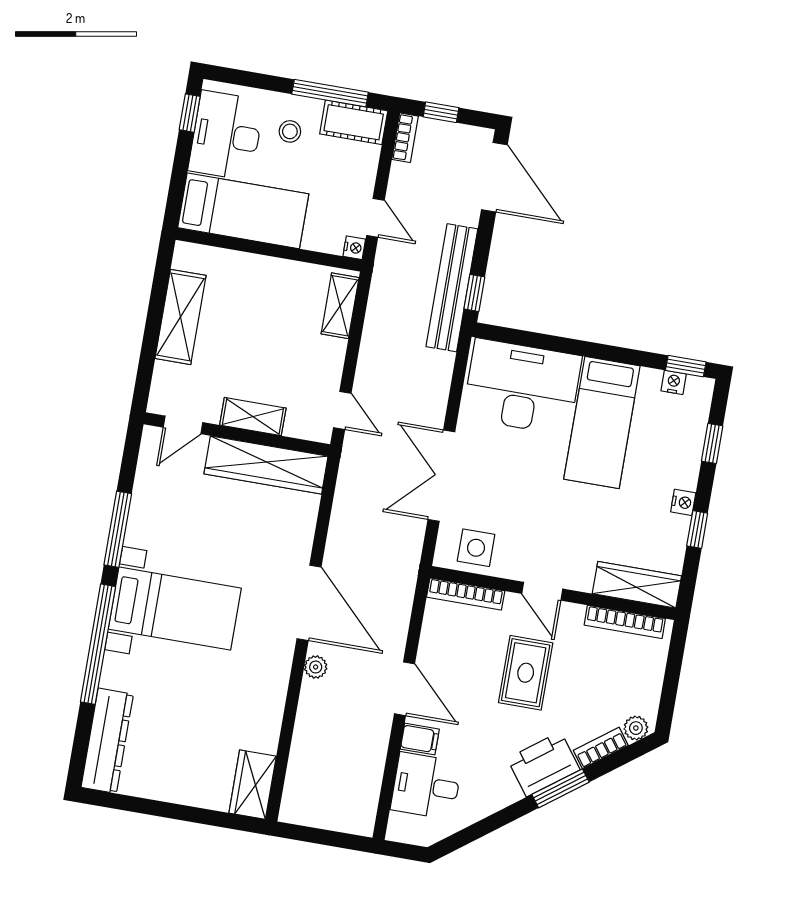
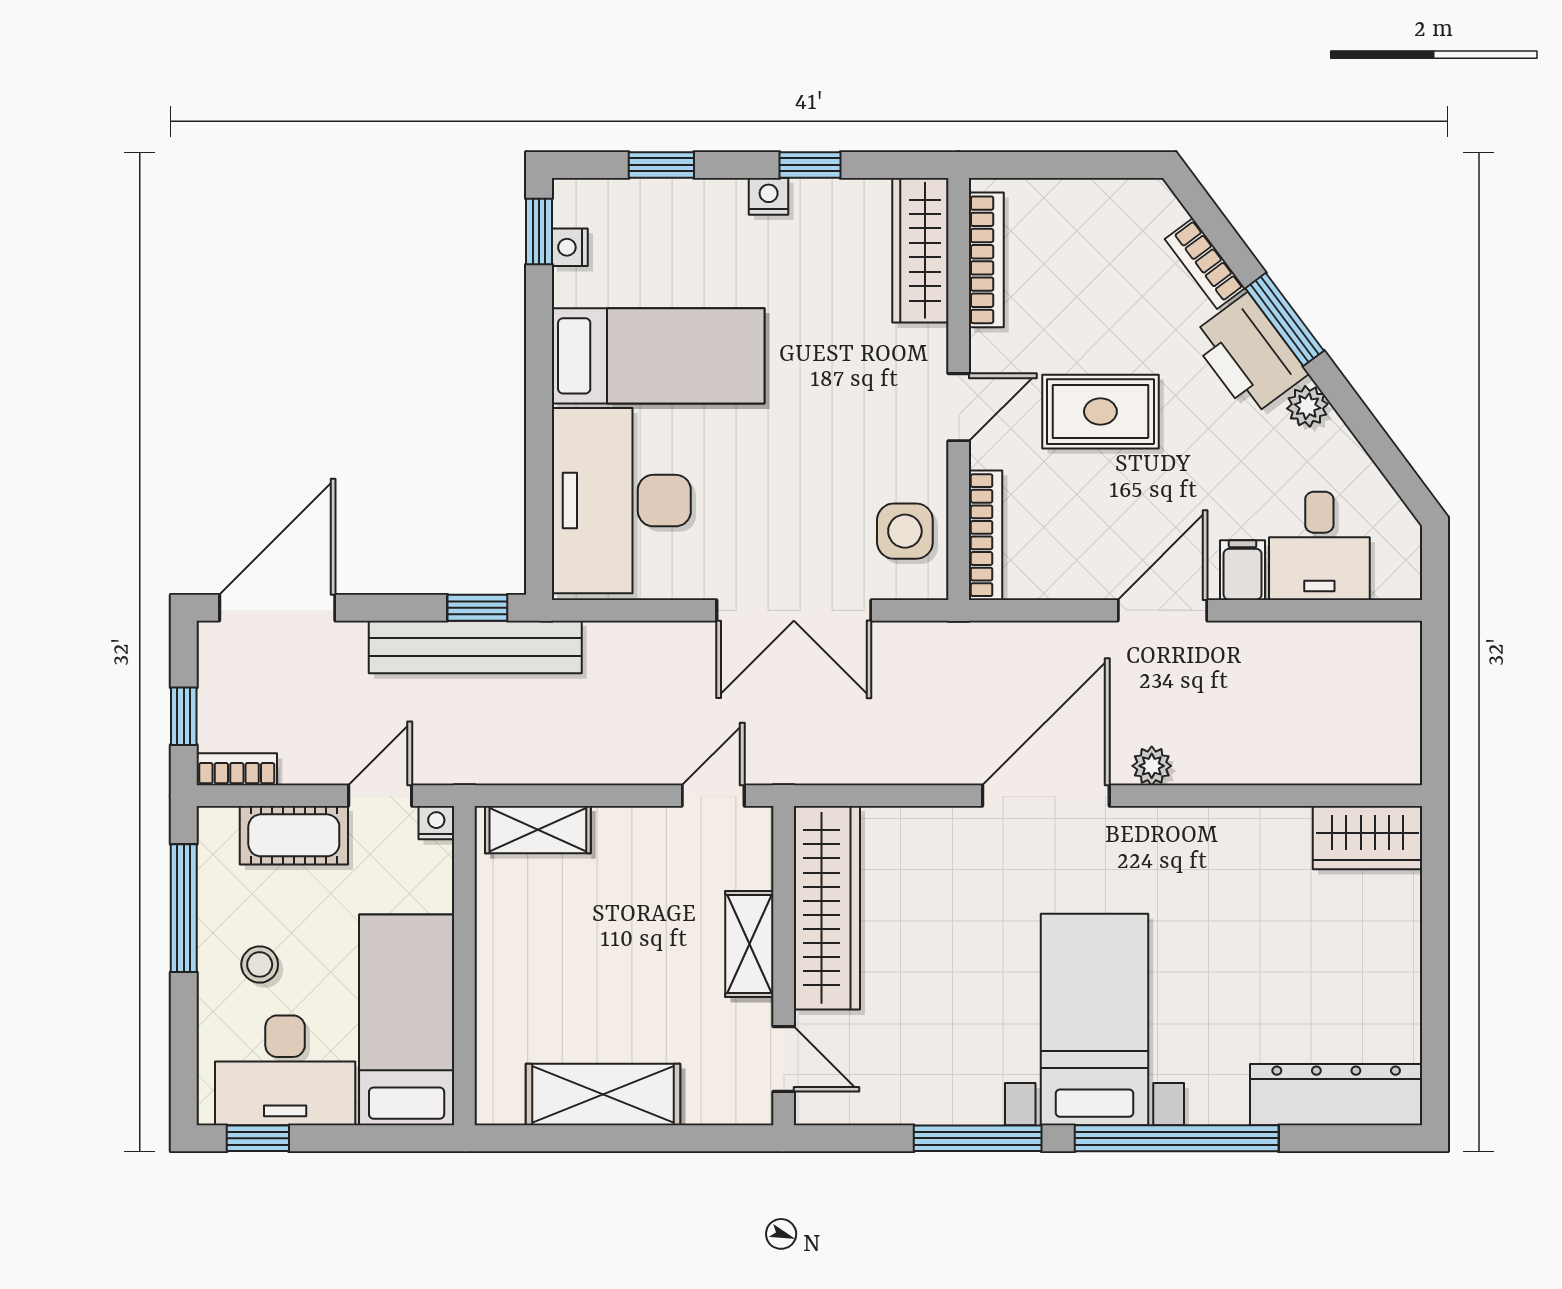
cot: (354, 122) -> (294, 835), moved, turned 90
plant: (636, 728) -> (1307, 406), moved

